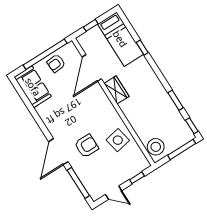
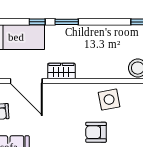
window: (176, 100) -> (67, 22), moved
armchair: (87, 146) -> (96, 132), turned -90

